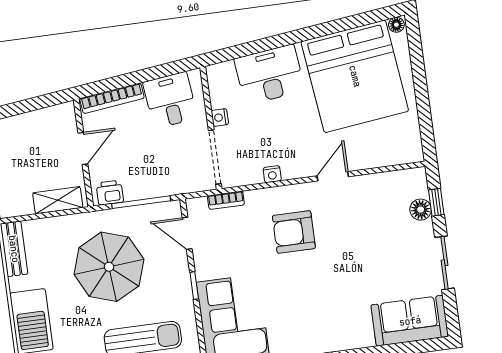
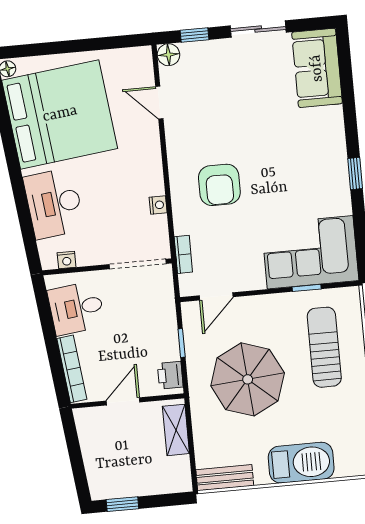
nightstand: (220, 117) -> (67, 260), moved
door: (83, 149) -> (123, 401), hinge flipped
door: (333, 176) -> (159, 103), moved
window: (141, 202) -> (182, 343), width x0.46
floor lamp: (421, 210) -> (168, 55), moved
window: (194, 286) -> (307, 288), moved

